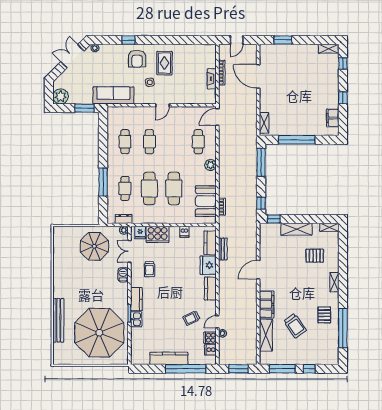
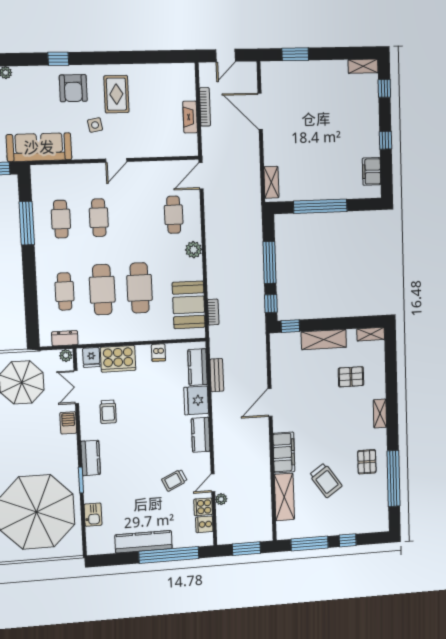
window: (261, 162) -> (269, 262), moved
window: (103, 182) -> (27, 223), moved
kitchen sink: (136, 319) -> (93, 515), moved

